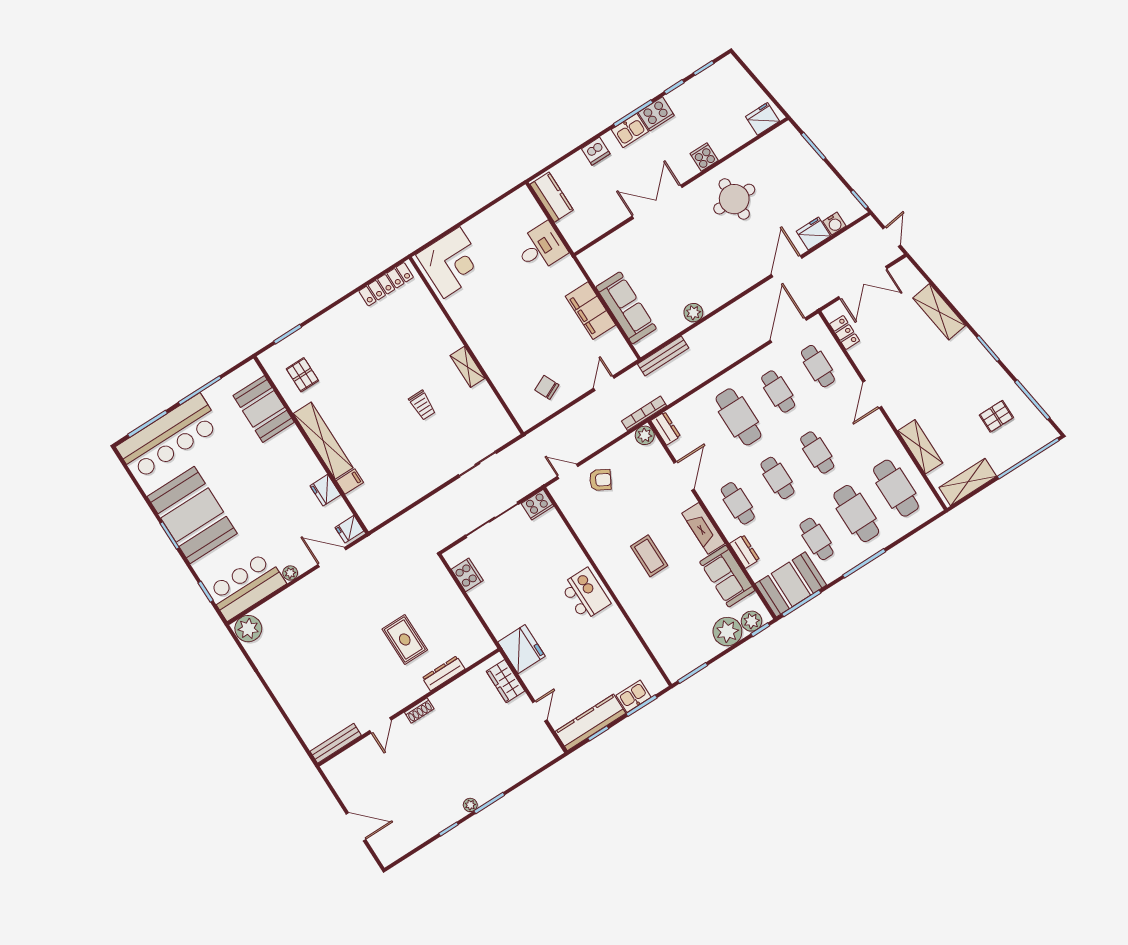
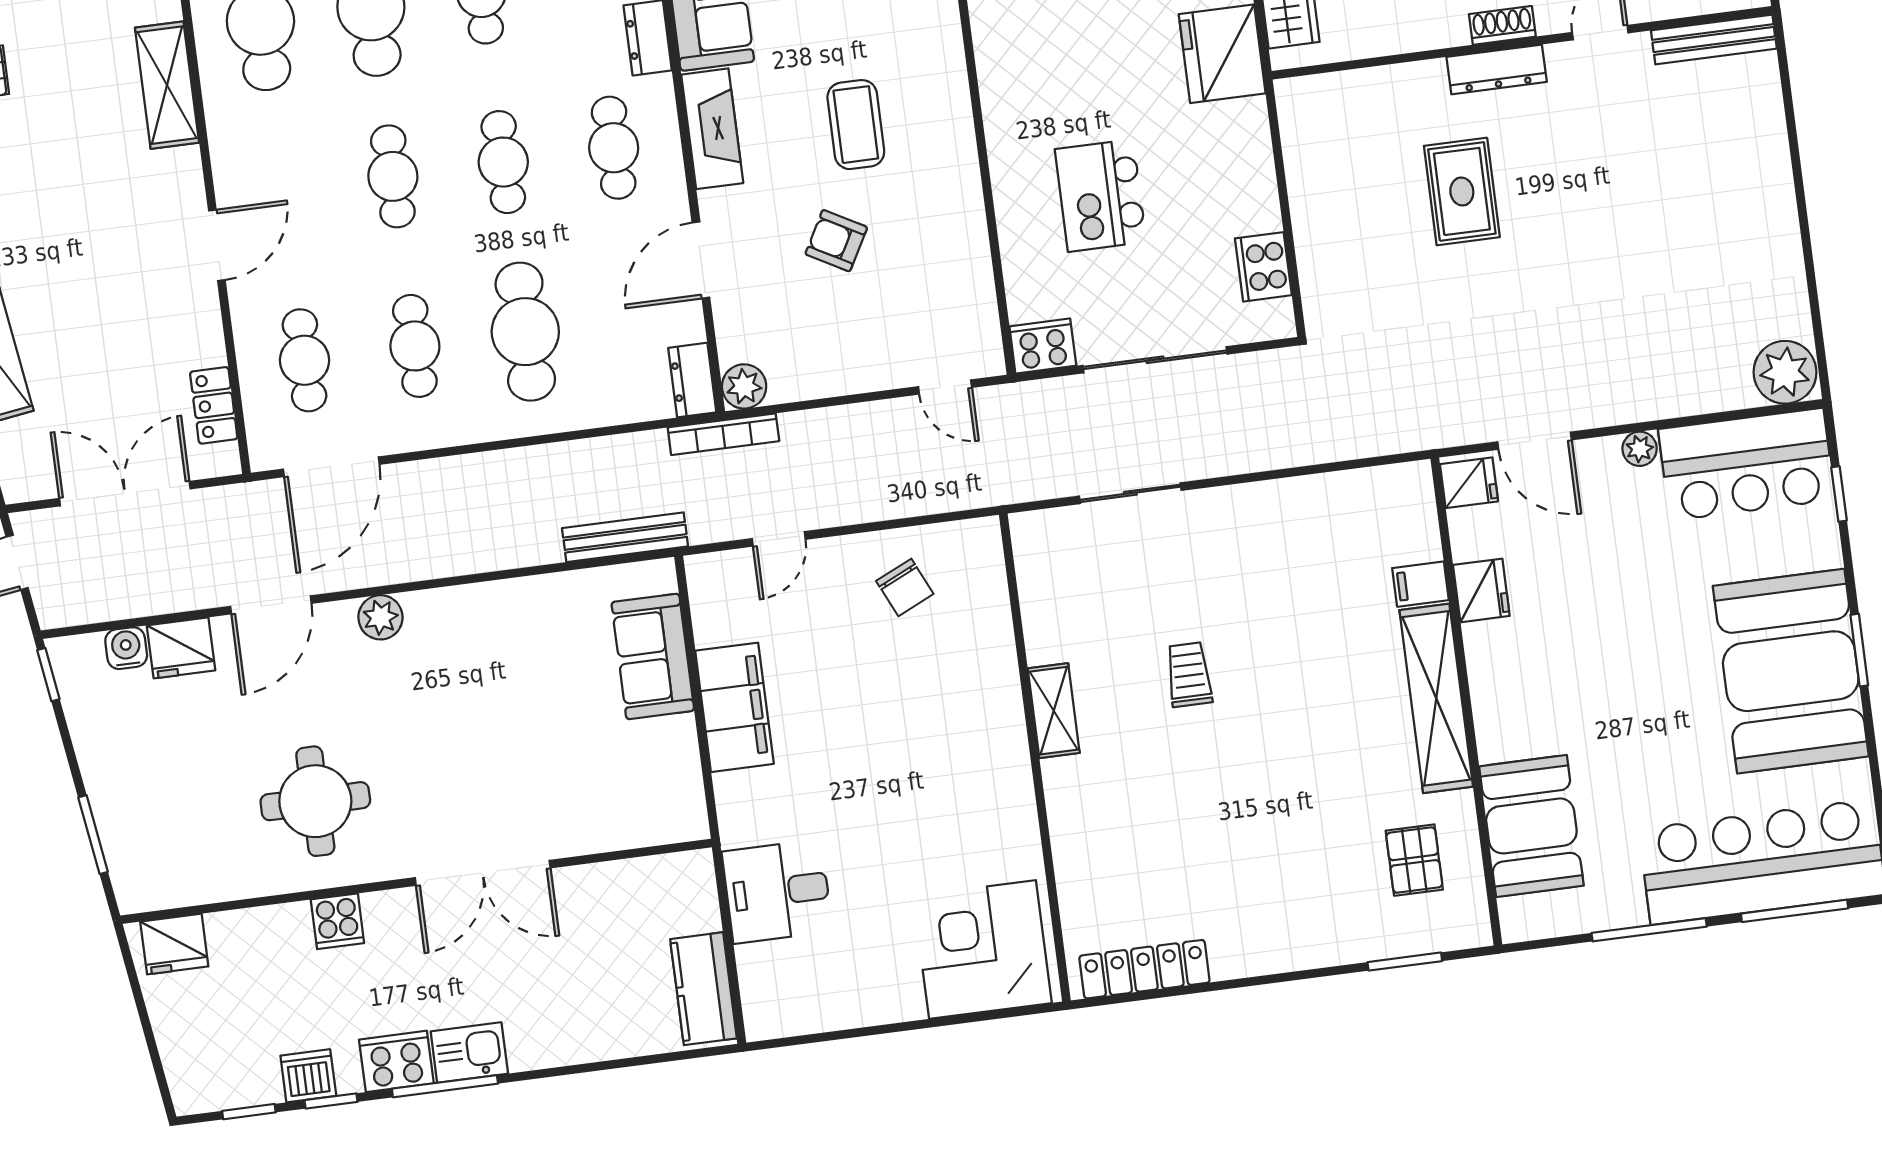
dishwasher: (596, 151) -> (308, 1076), moved
sofa: (626, 308) -> (653, 656), width x0.73
plant: (693, 313) -> (380, 617), moved
armchair: (600, 480) -> (836, 241), moved
kitchen island: (585, 594) -> (1101, 196), moved
dresser: (444, 673) -> (1497, 69), moved

